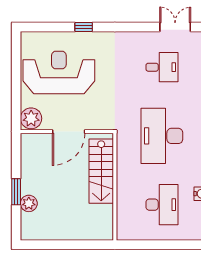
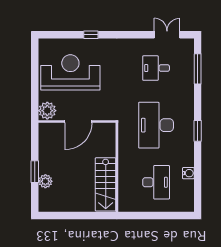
desk: (162, 67) -> (156, 68), turned 180
stairs: (101, 171) -> (106, 184), moved

